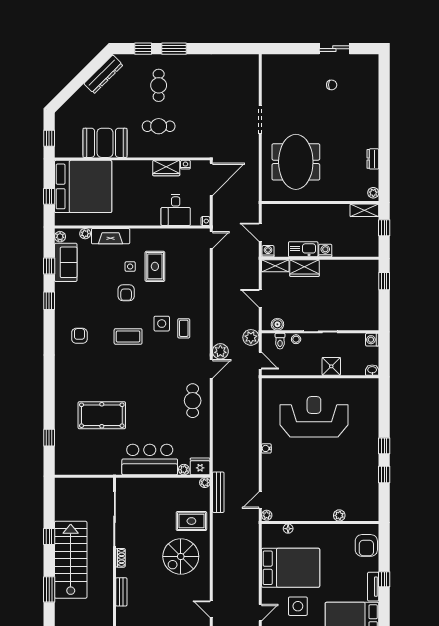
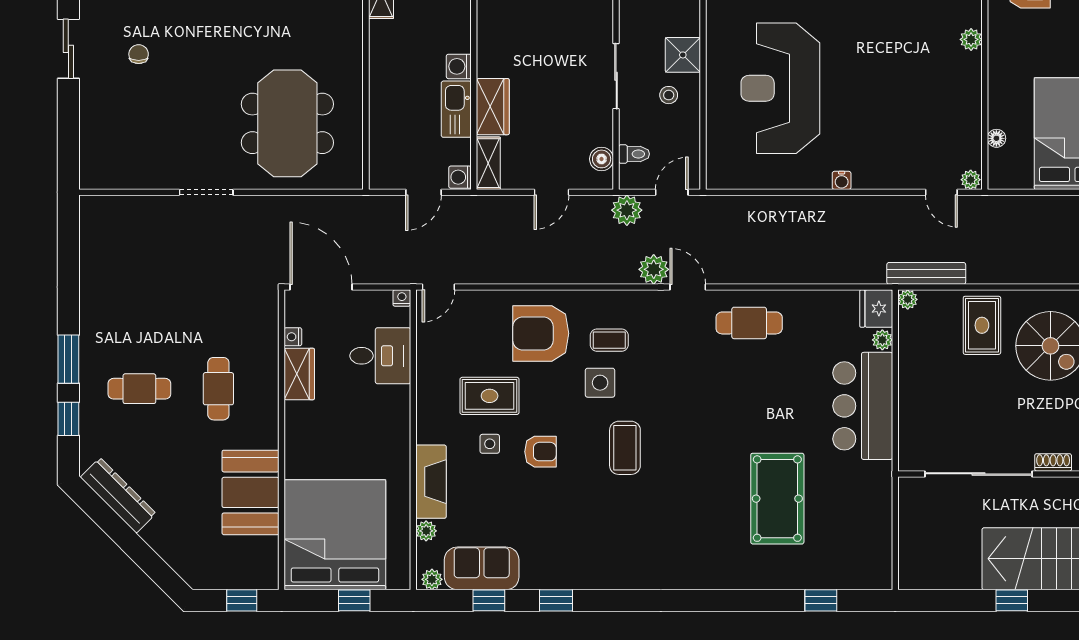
meeting table: (296, 162) -> (287, 123), turned 90
door: (211, 240) -> (438, 287), swing flipped
armchair: (79, 336) -> (541, 333), moved, width x1.88, depth x1.88
stool: (296, 339) -> (669, 95), moved

